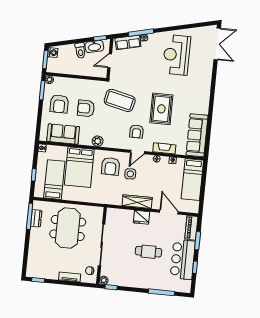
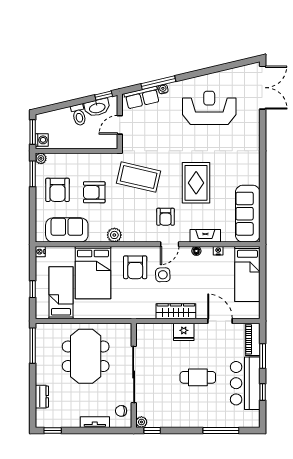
washing machine: (53, 53) -> (42, 140), moved
reception desk: (177, 55) -> (209, 108), turned 90
dresser: (36, 218) -> (42, 397), moved

